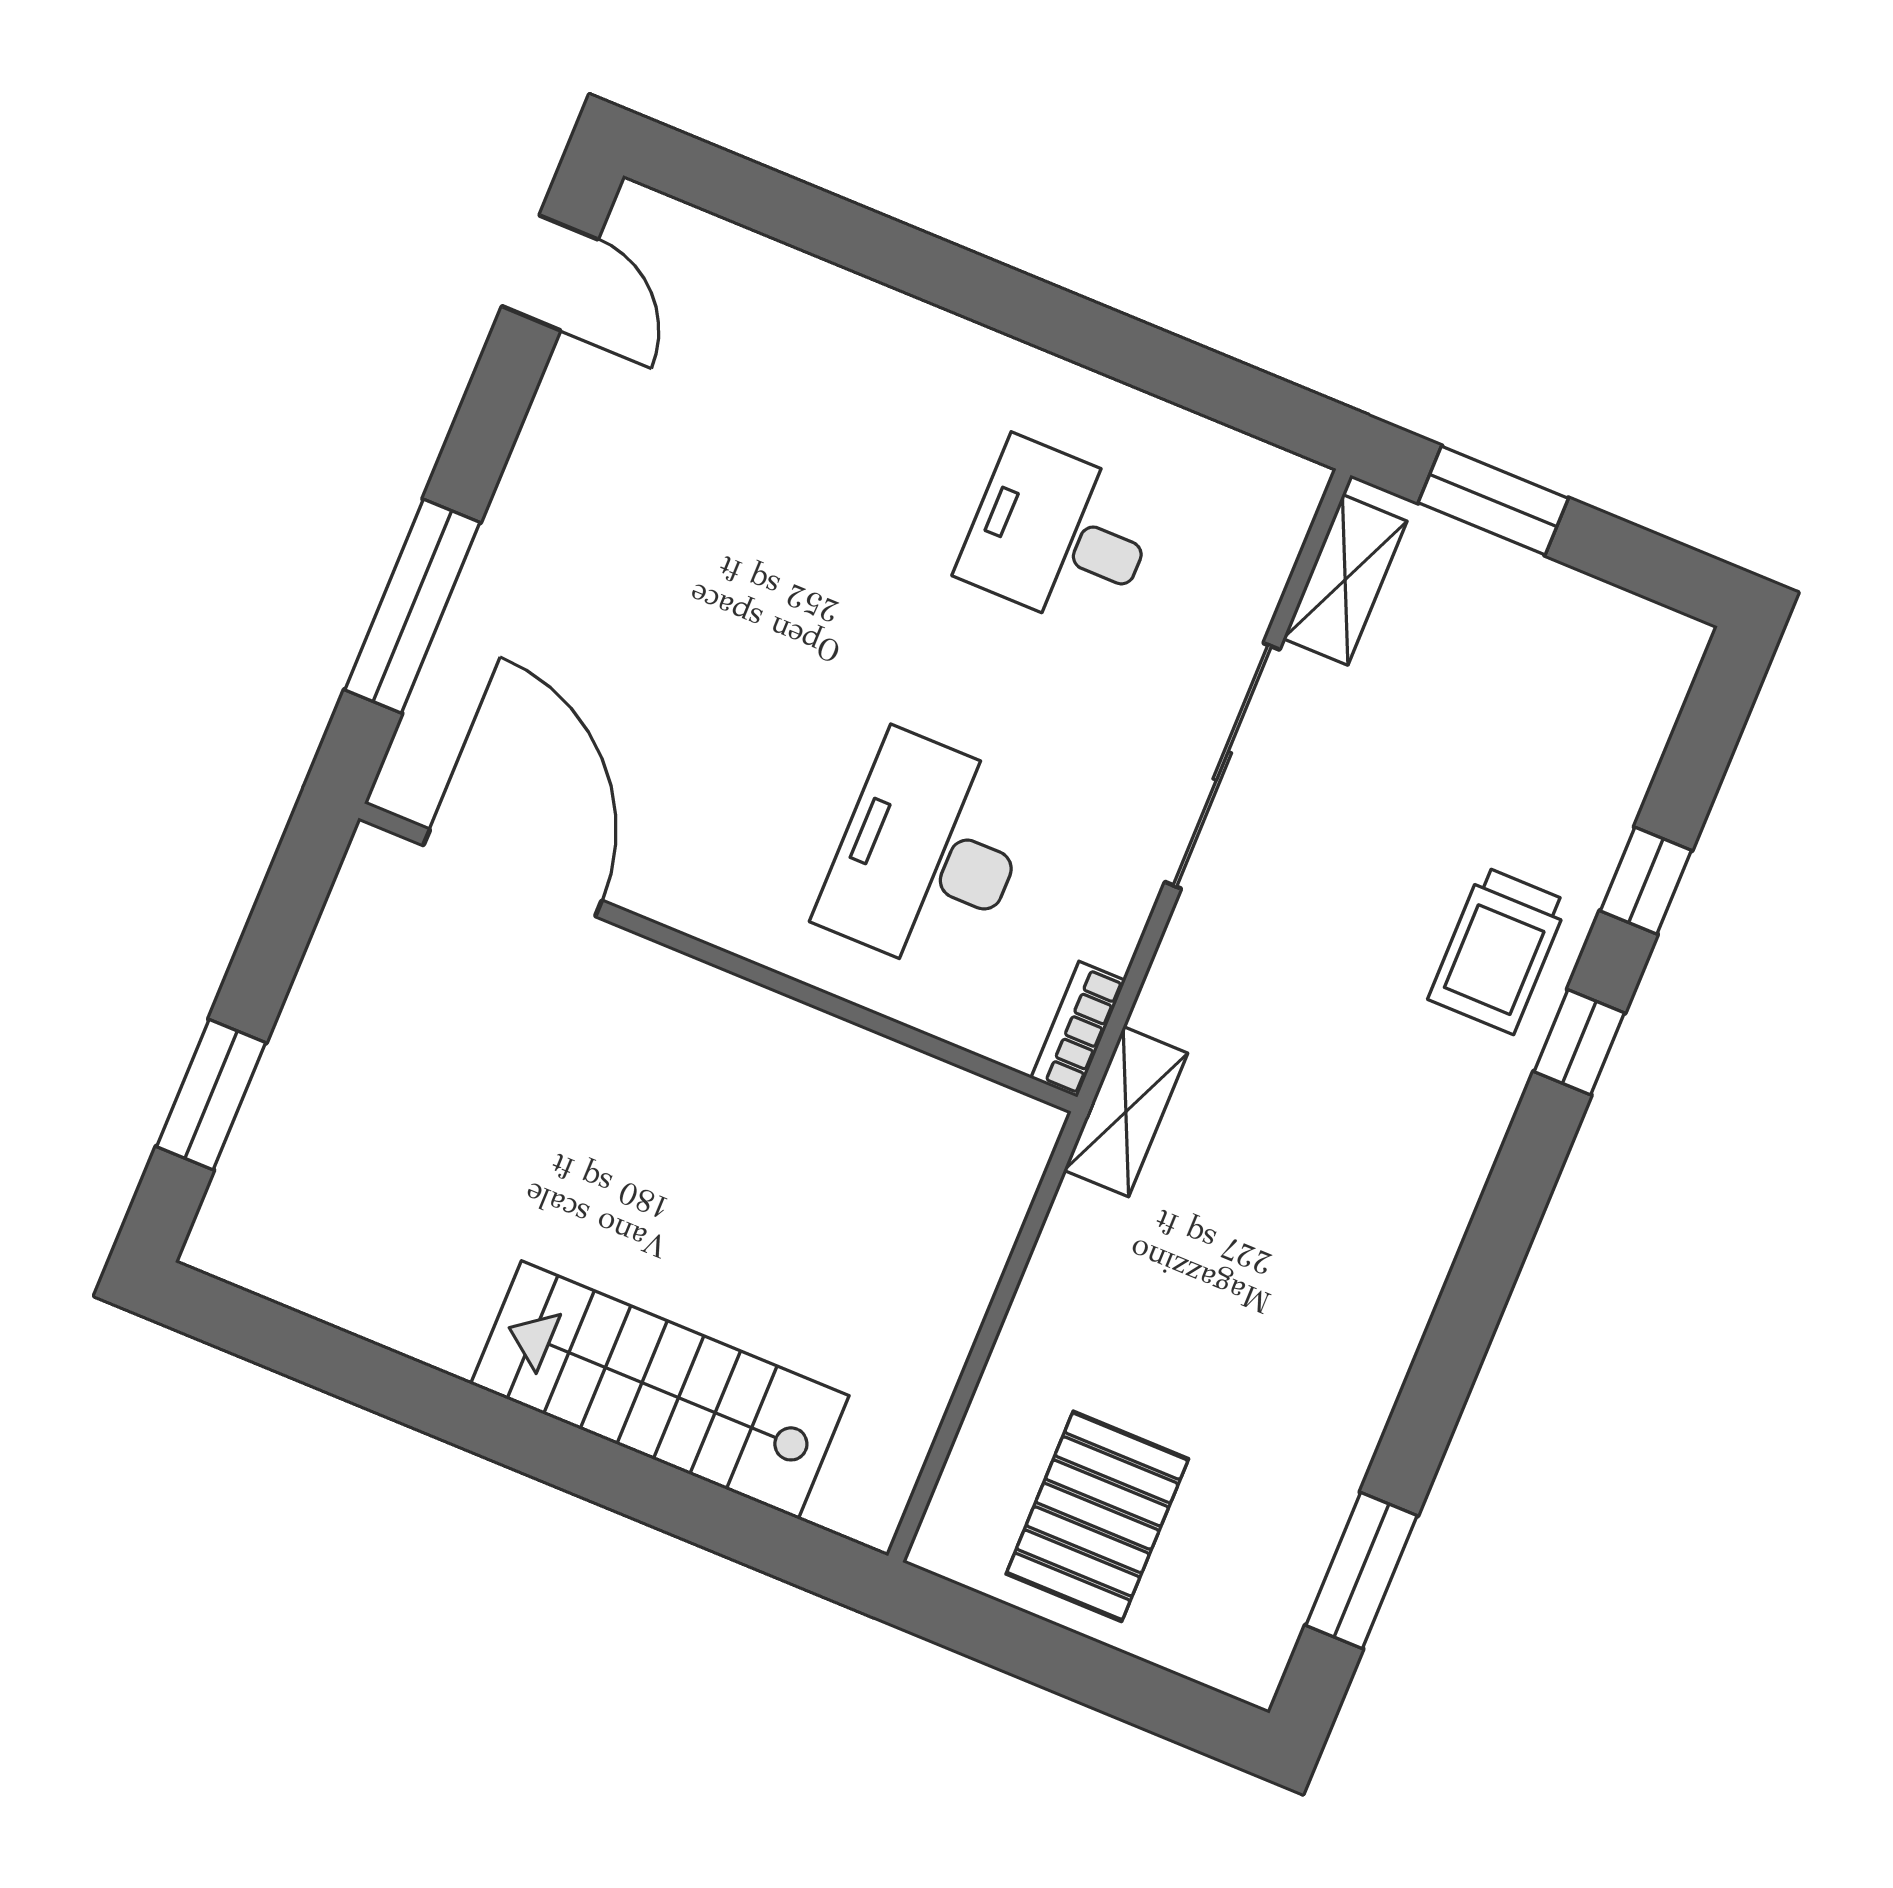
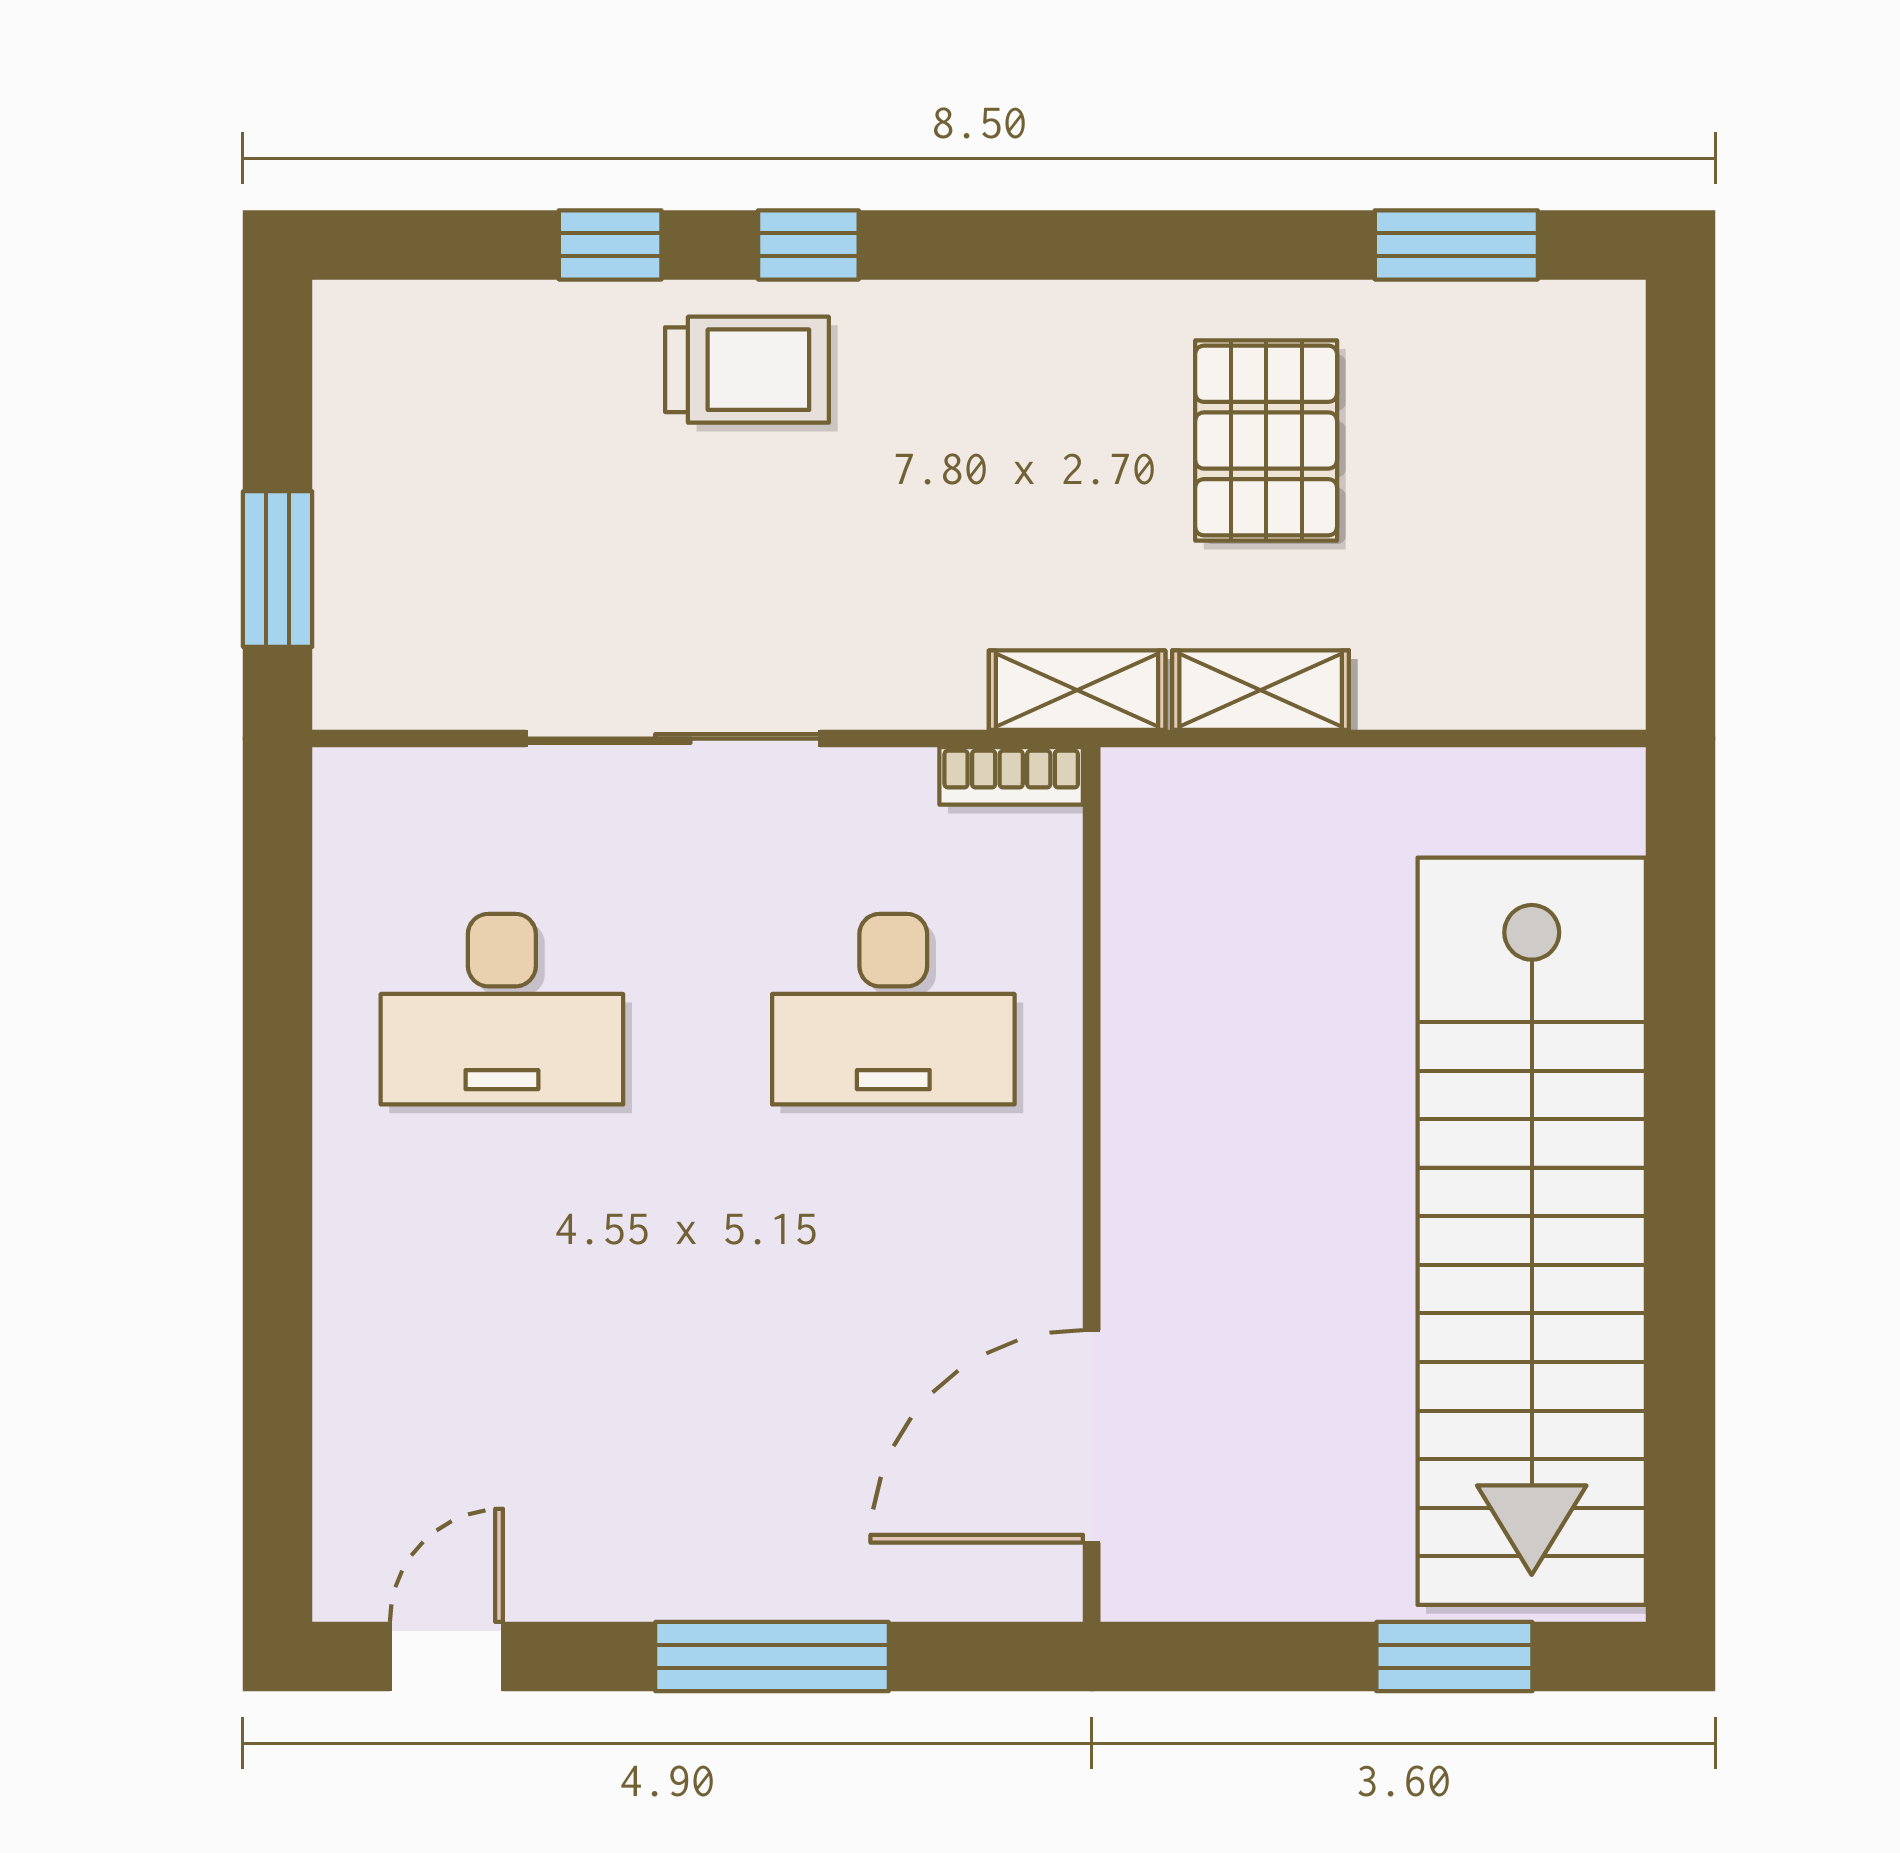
desk: (1059, 536) -> (502, 1009), width x1.37
shelving: (1345, 580) -> (1261, 690), moved
window: (412, 606) -> (772, 1657), moved
stairs: (660, 1390) -> (1532, 1231), width x1.86, depth x1.51
pallet: (1097, 1516) -> (1266, 440), moved, turned 90

